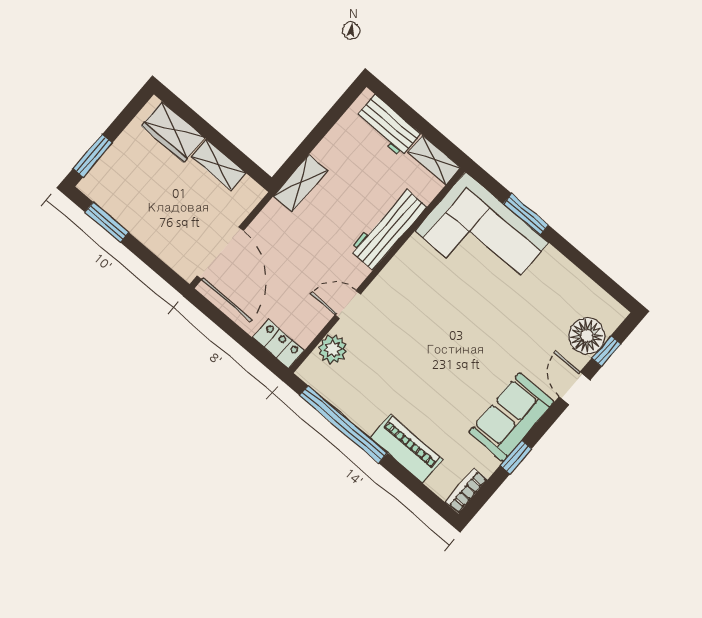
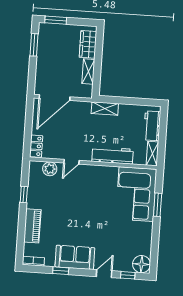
door: (348, 304) -> (71, 162), swing flipped
floor lamp: (587, 336) -> (141, 264), moved
window: (343, 424) -> (24, 195), width x0.32

